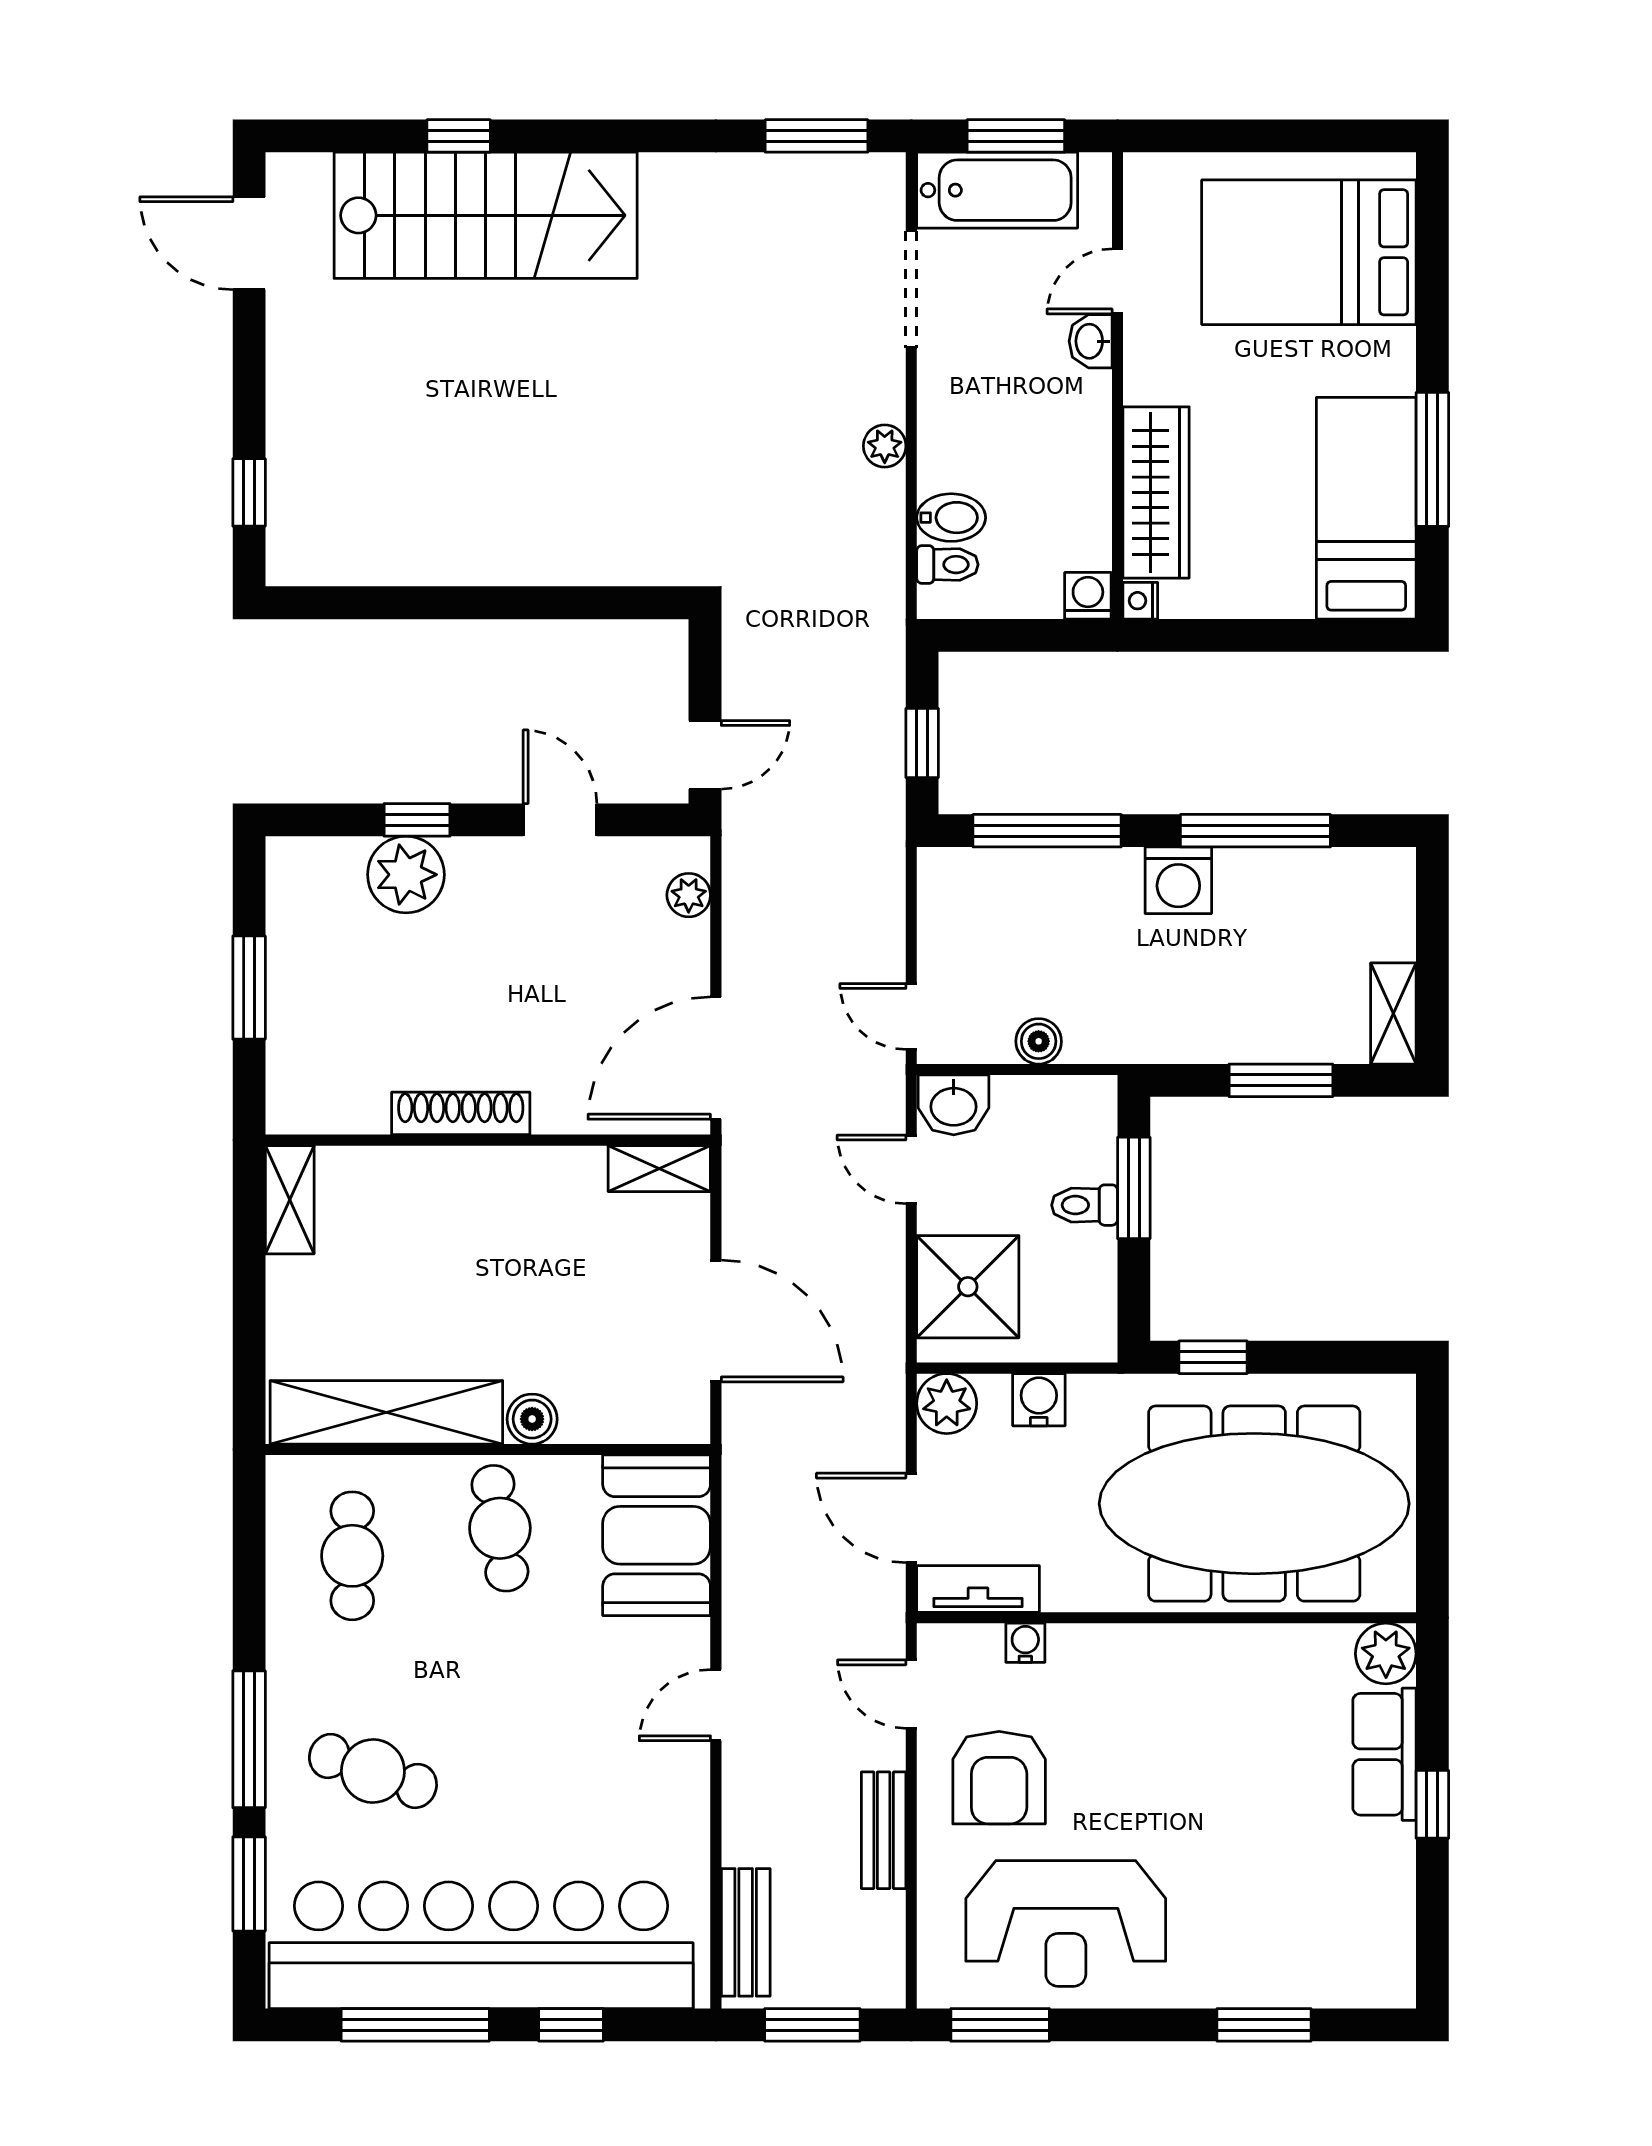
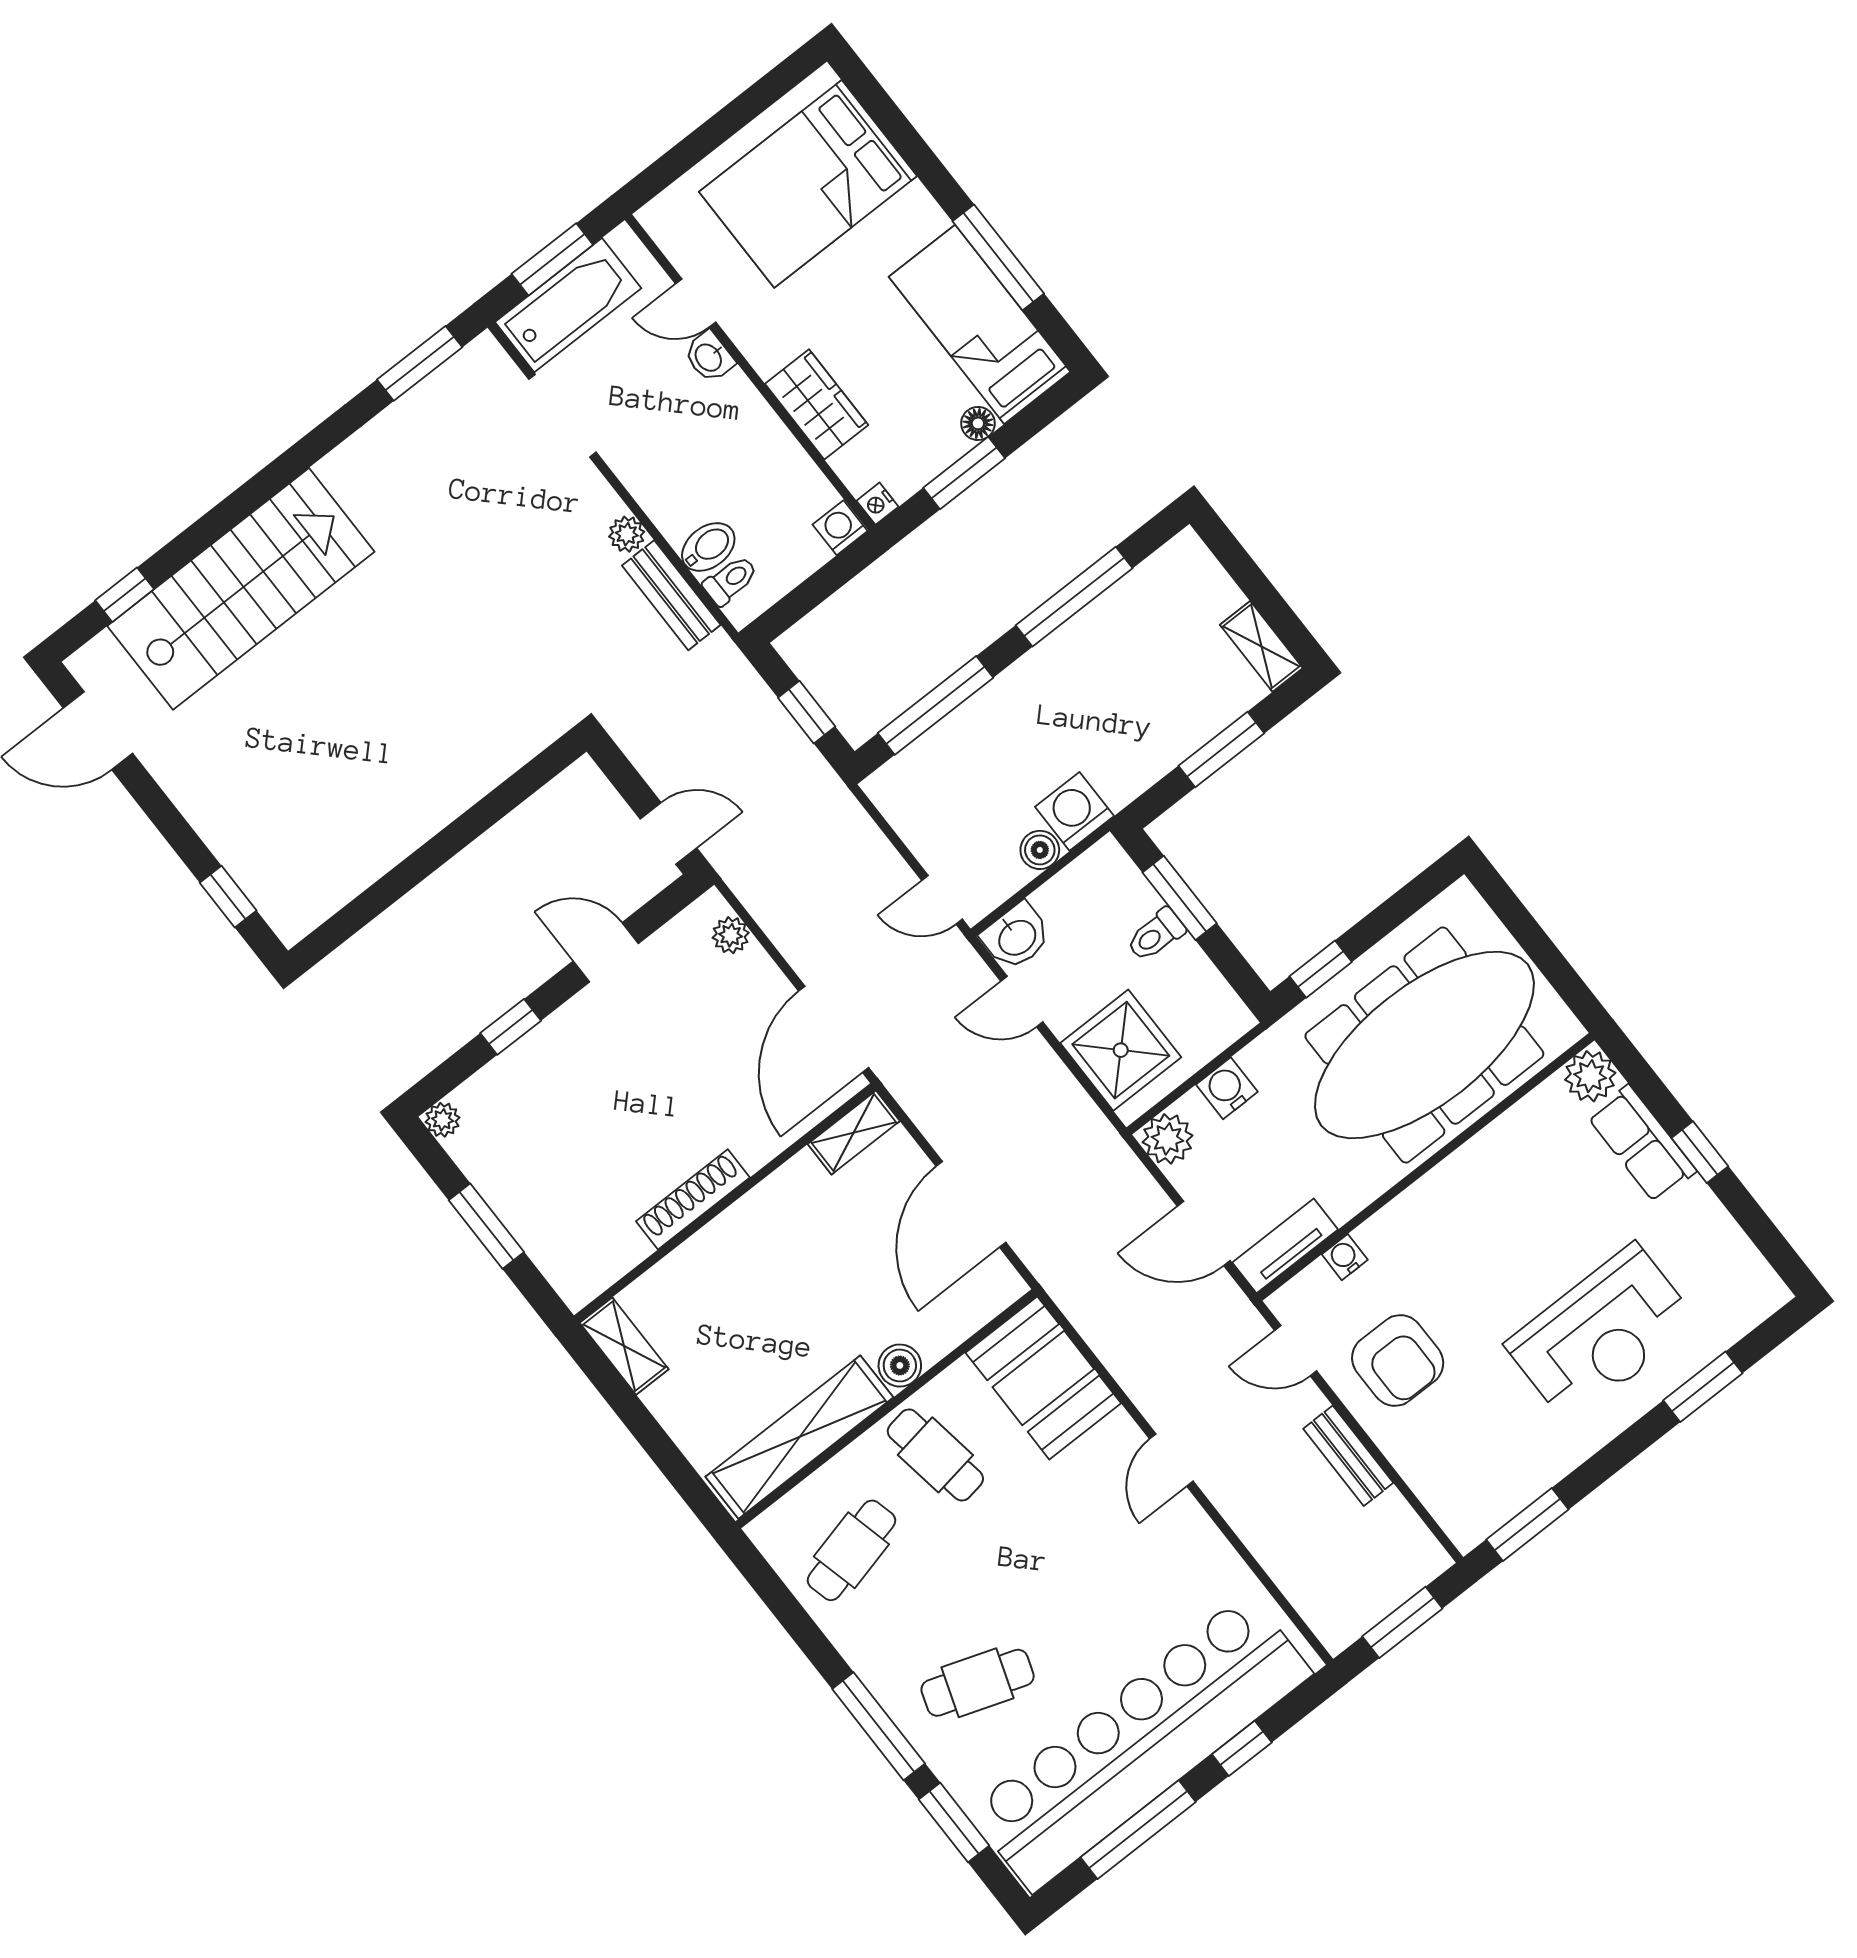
window: (459, 136) -> (125, 595), moved
door: (1118, 281) -> (696, 303), hinge flipped
wardrobe: (1156, 492) -> (817, 404), width x0.67
floor lamp: (1292, 599) -> (978, 423), added
window: (1243, 635) -> (964, 473), added
door: (705, 755) -> (668, 833), hinge flipped
plant: (406, 875) -> (443, 1120), moved, width x0.53, depth x0.53
washing machine: (1178, 880) -> (1075, 811), moved, turned 180
door: (716, 1321) -> (971, 1204), swing flipped
cafe table: (352, 1556) -> (851, 1550), turned 76
reception desk: (1066, 1923) -> (1601, 1333), moved
bench: (746, 1932) -> (671, 595), moved

